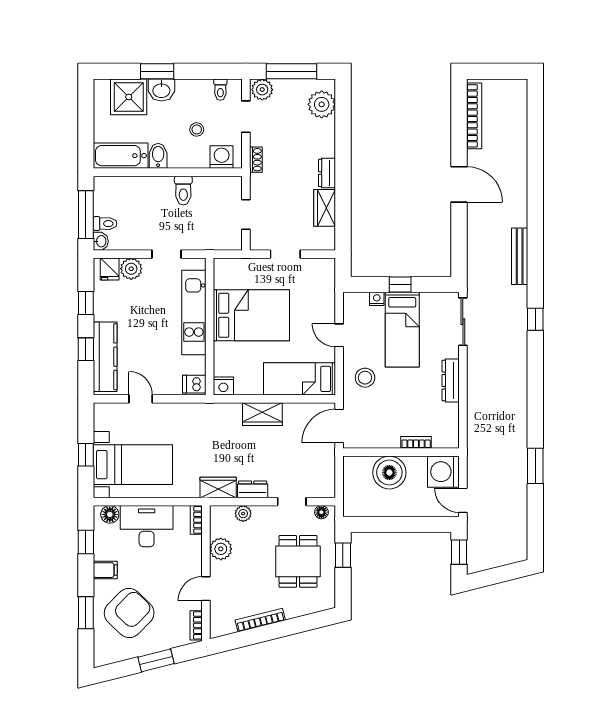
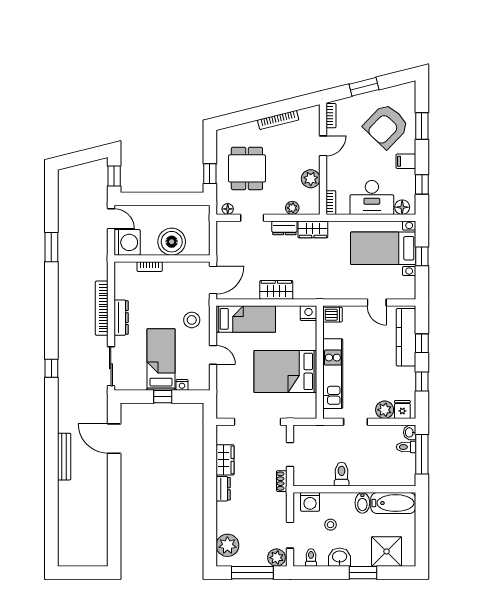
washbasin: (161, 90) -> (340, 557), moved
bookcase: (474, 116) -> (102, 308), moved
shoe rack: (256, 160) -> (282, 481), moved
door: (459, 184) -> (114, 439), moved
doorway: (285, 254) -> (257, 422), width x1.88
bench: (520, 256) -> (64, 457), moved

